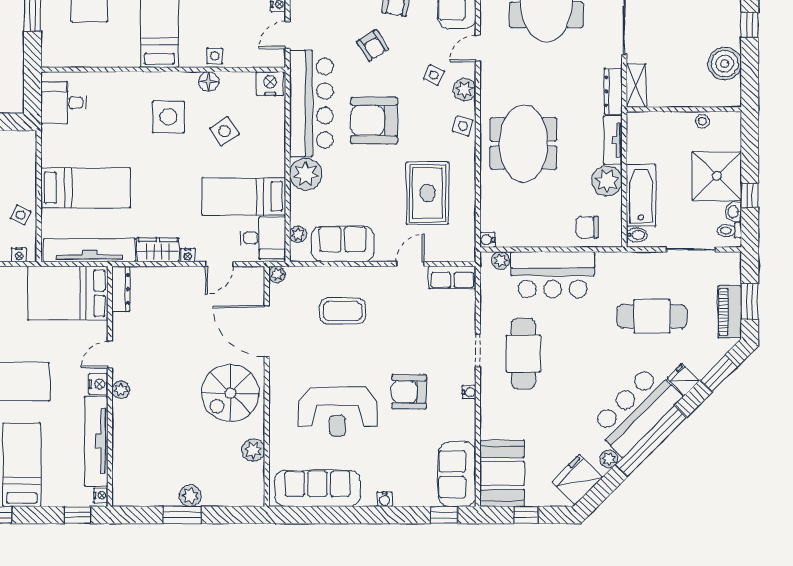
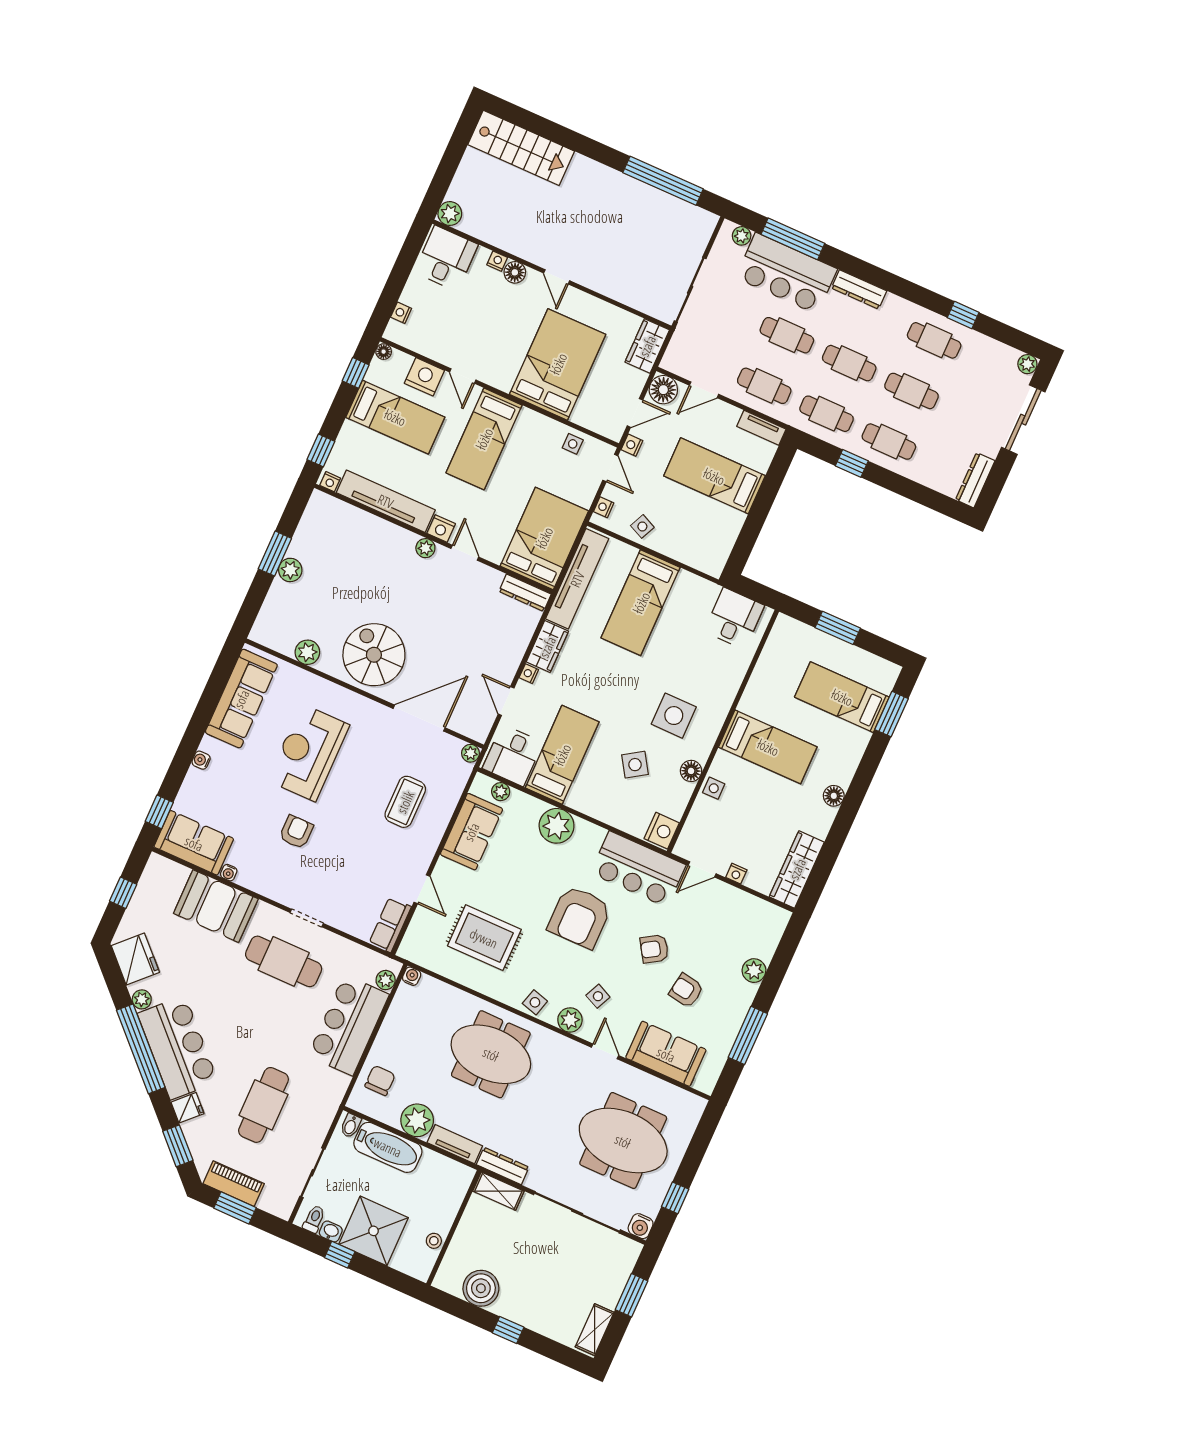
door: (288, 35) -> (702, 869), swing flipped
bar counter: (311, 103) -> (638, 869), width x0.73
armchair: (374, 121) -> (579, 917), turned 180
armchair: (409, 392) -> (296, 832), width x0.72, depth x0.72
water cooler: (469, 392) -> (229, 873), moved
booth: (502, 473) -> (216, 906), moved

